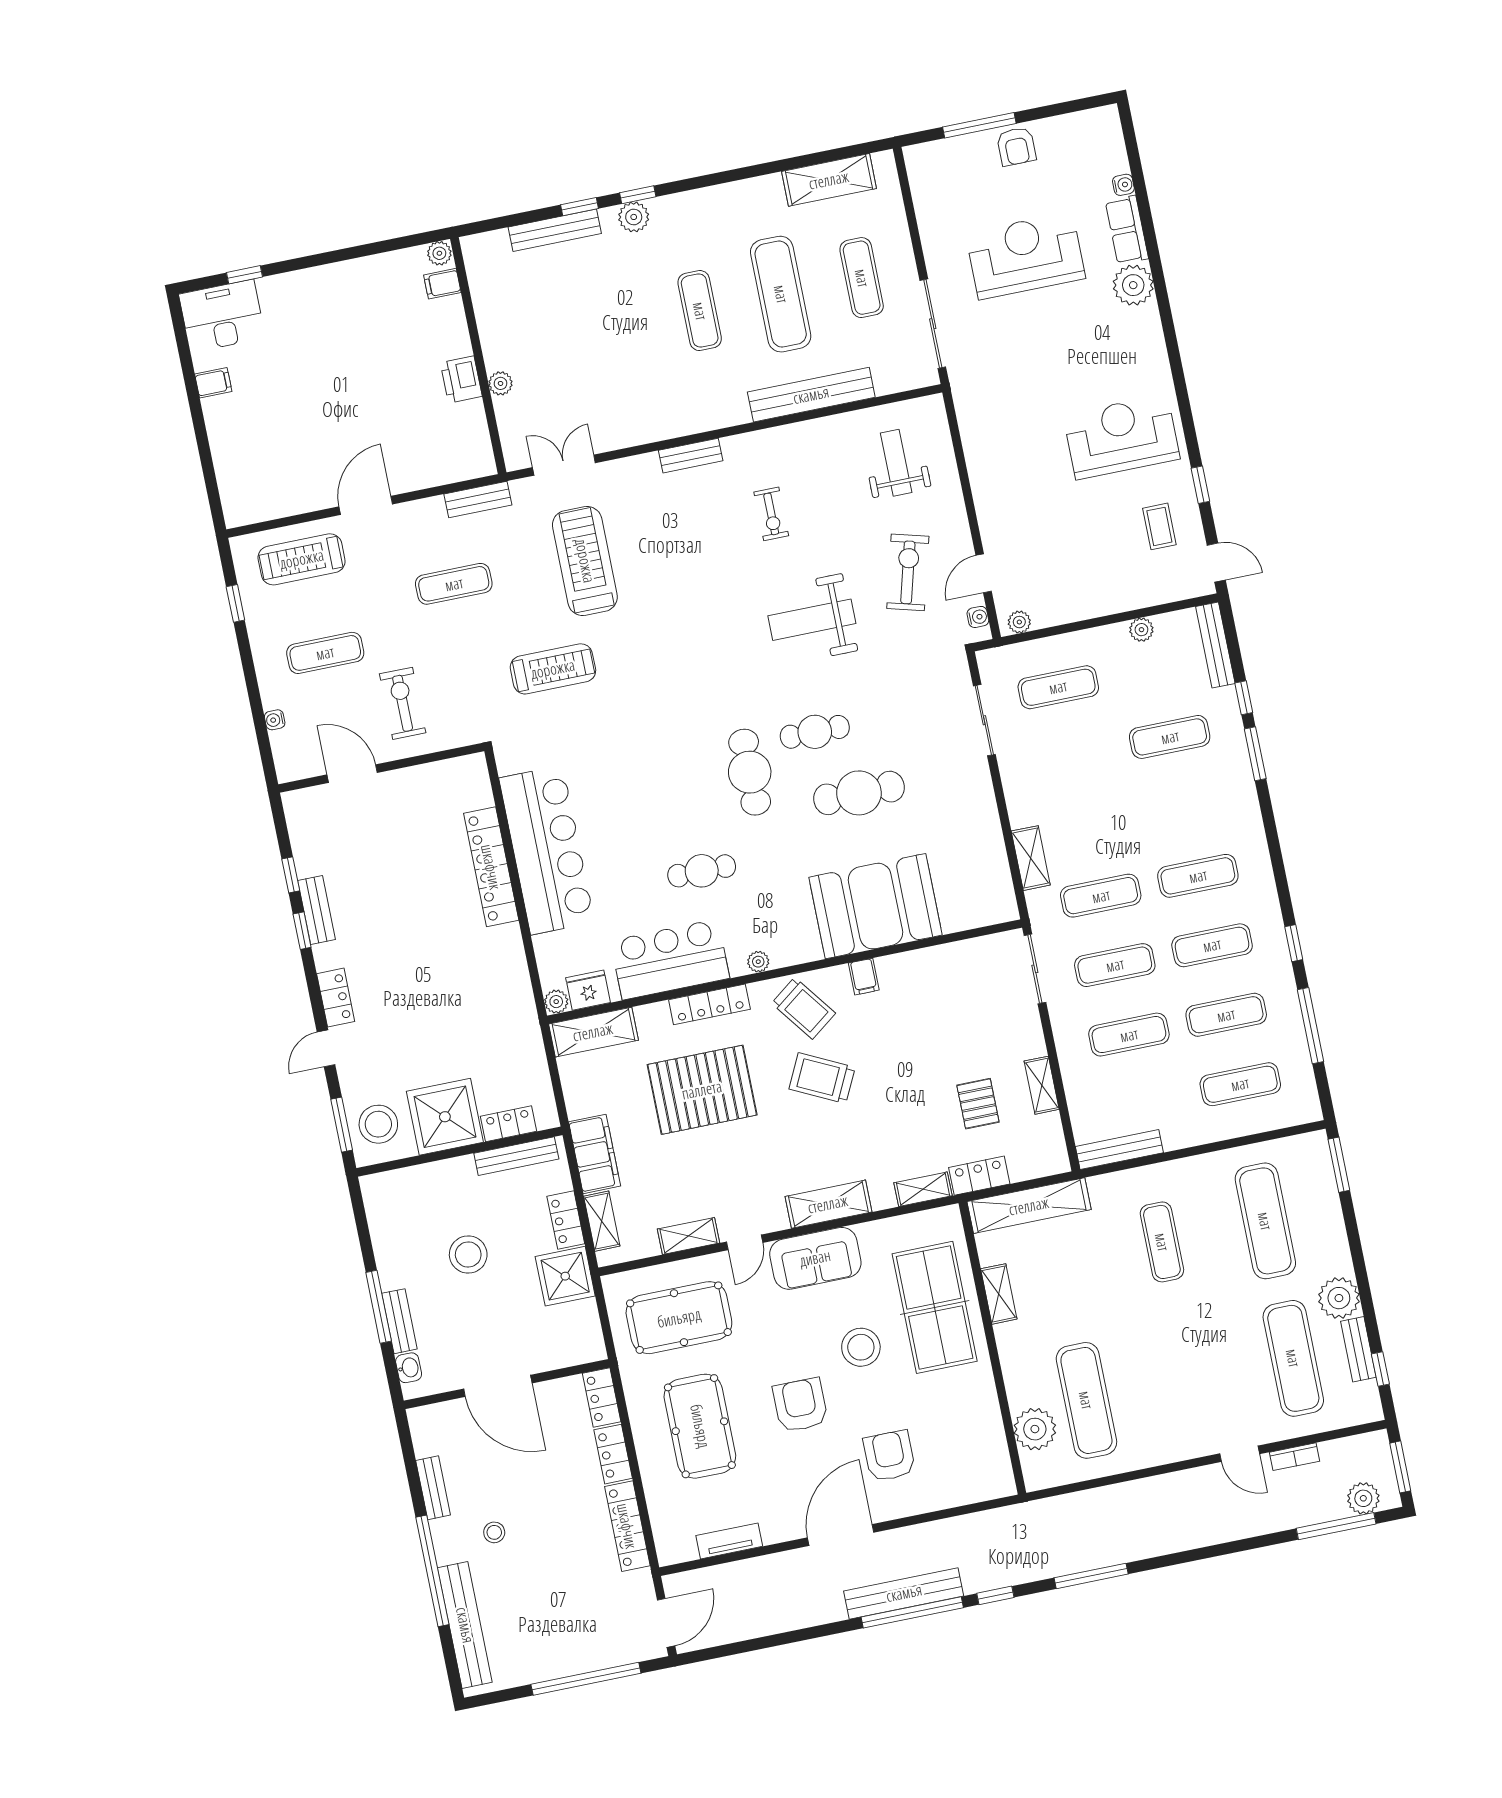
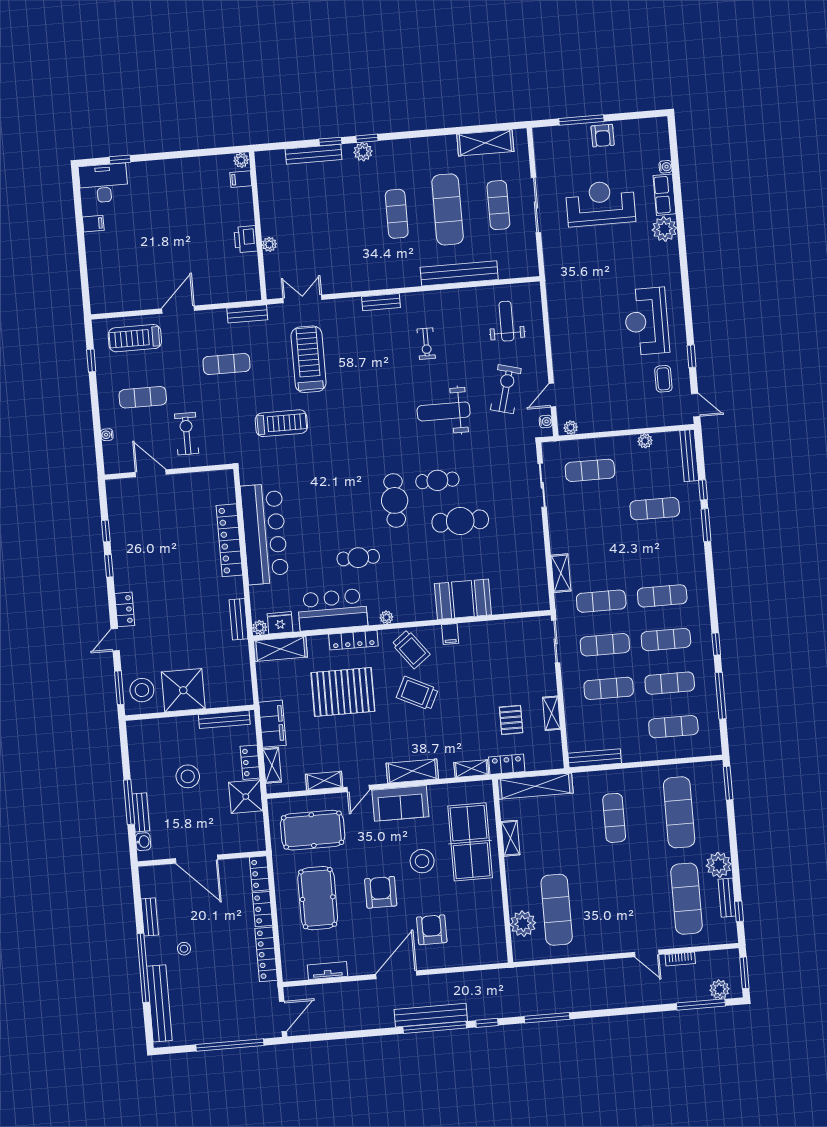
sliding door: (933, 324) -> (536, 205), moved
reception desk: (1122, 437) -> (646, 321), turned -90
booth: (875, 906) -> (463, 599), width x0.73, depth x0.70
bench: (317, 910) -> (239, 619), moved
locker: (509, 1124) -> (222, 699), removed

